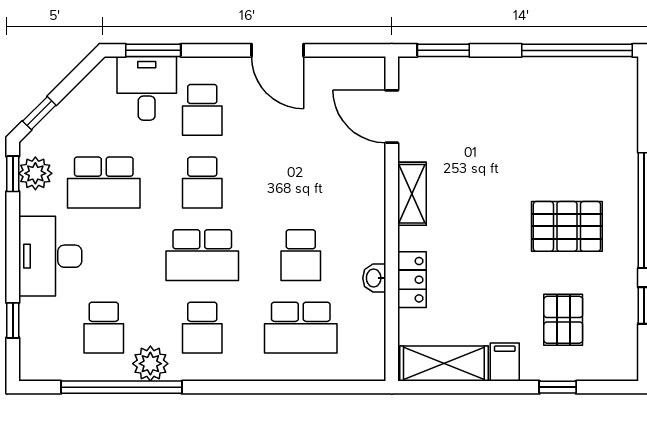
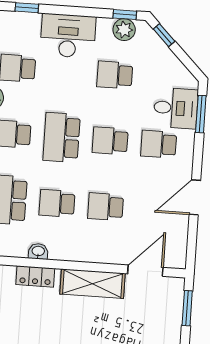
school desk: (104, 182) -> (115, 75), width x0.54
school desk: (301, 182) -> (106, 207), added
shelving: (412, 194) -> (93, 284), width x1.50, depth x1.33

